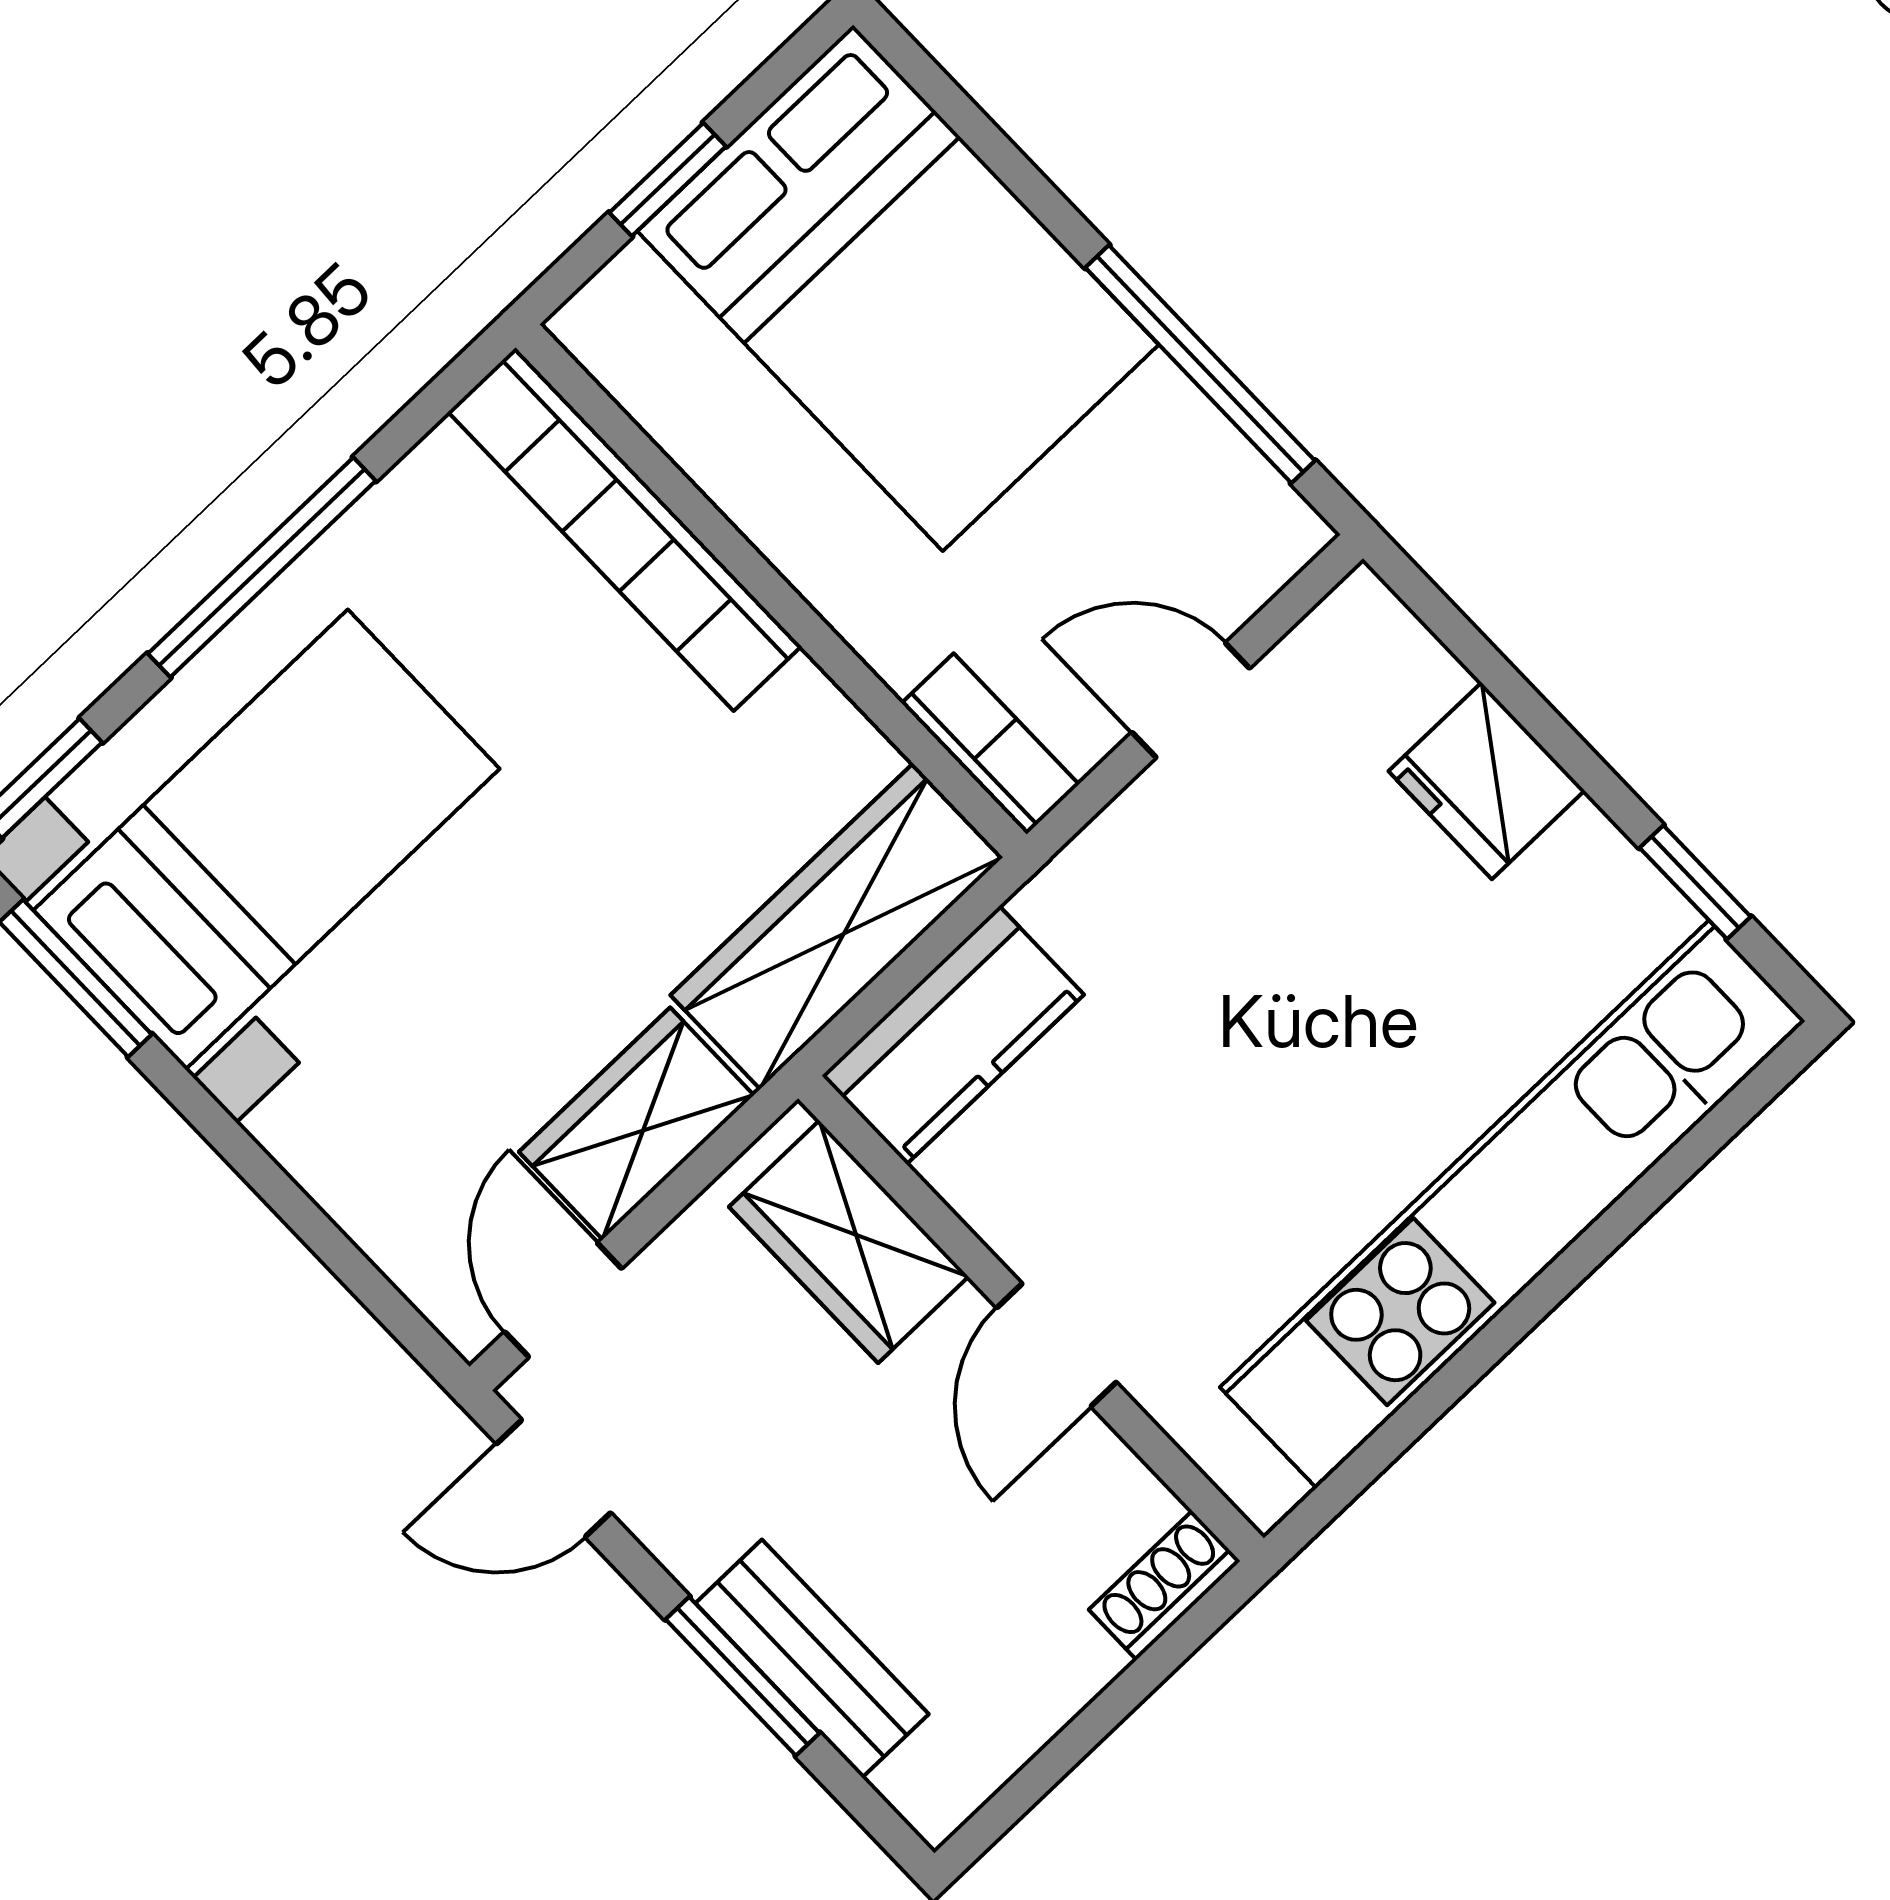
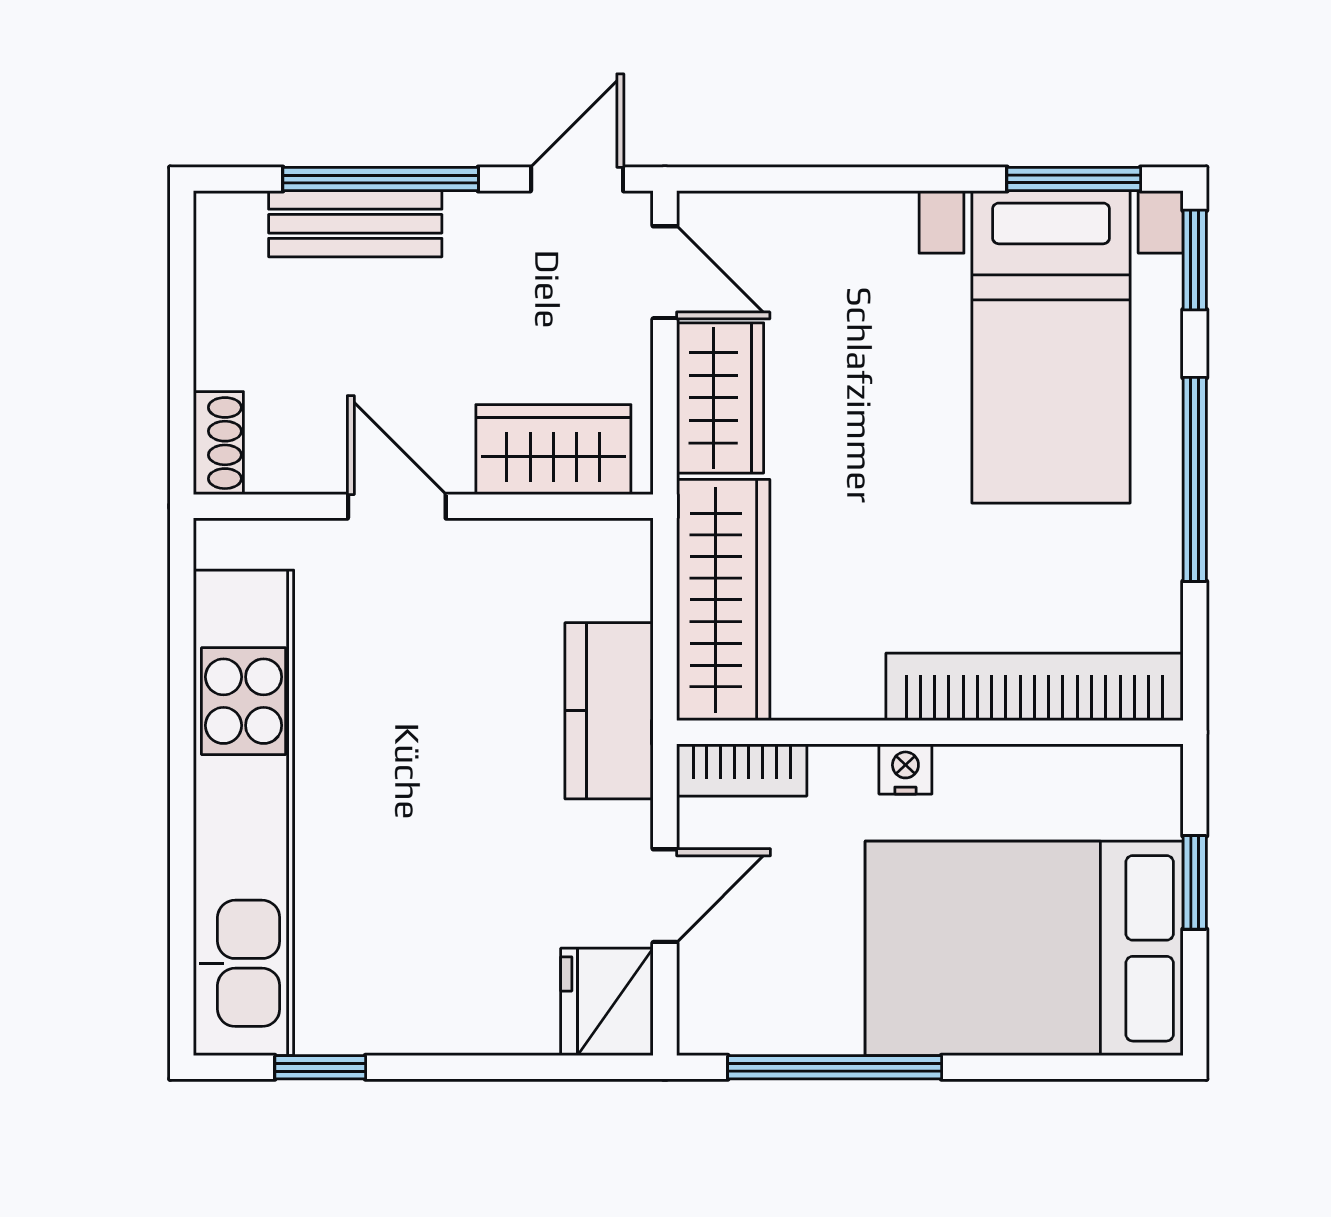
nightstand: (832, 580) -> (905, 769), added
fridge: (1487, 781) -> (607, 1002), moved, turned -90
kitchen counter: (953, 1035) -> (609, 711), moved
window: (743, 1676) -> (381, 179), width x1.44

